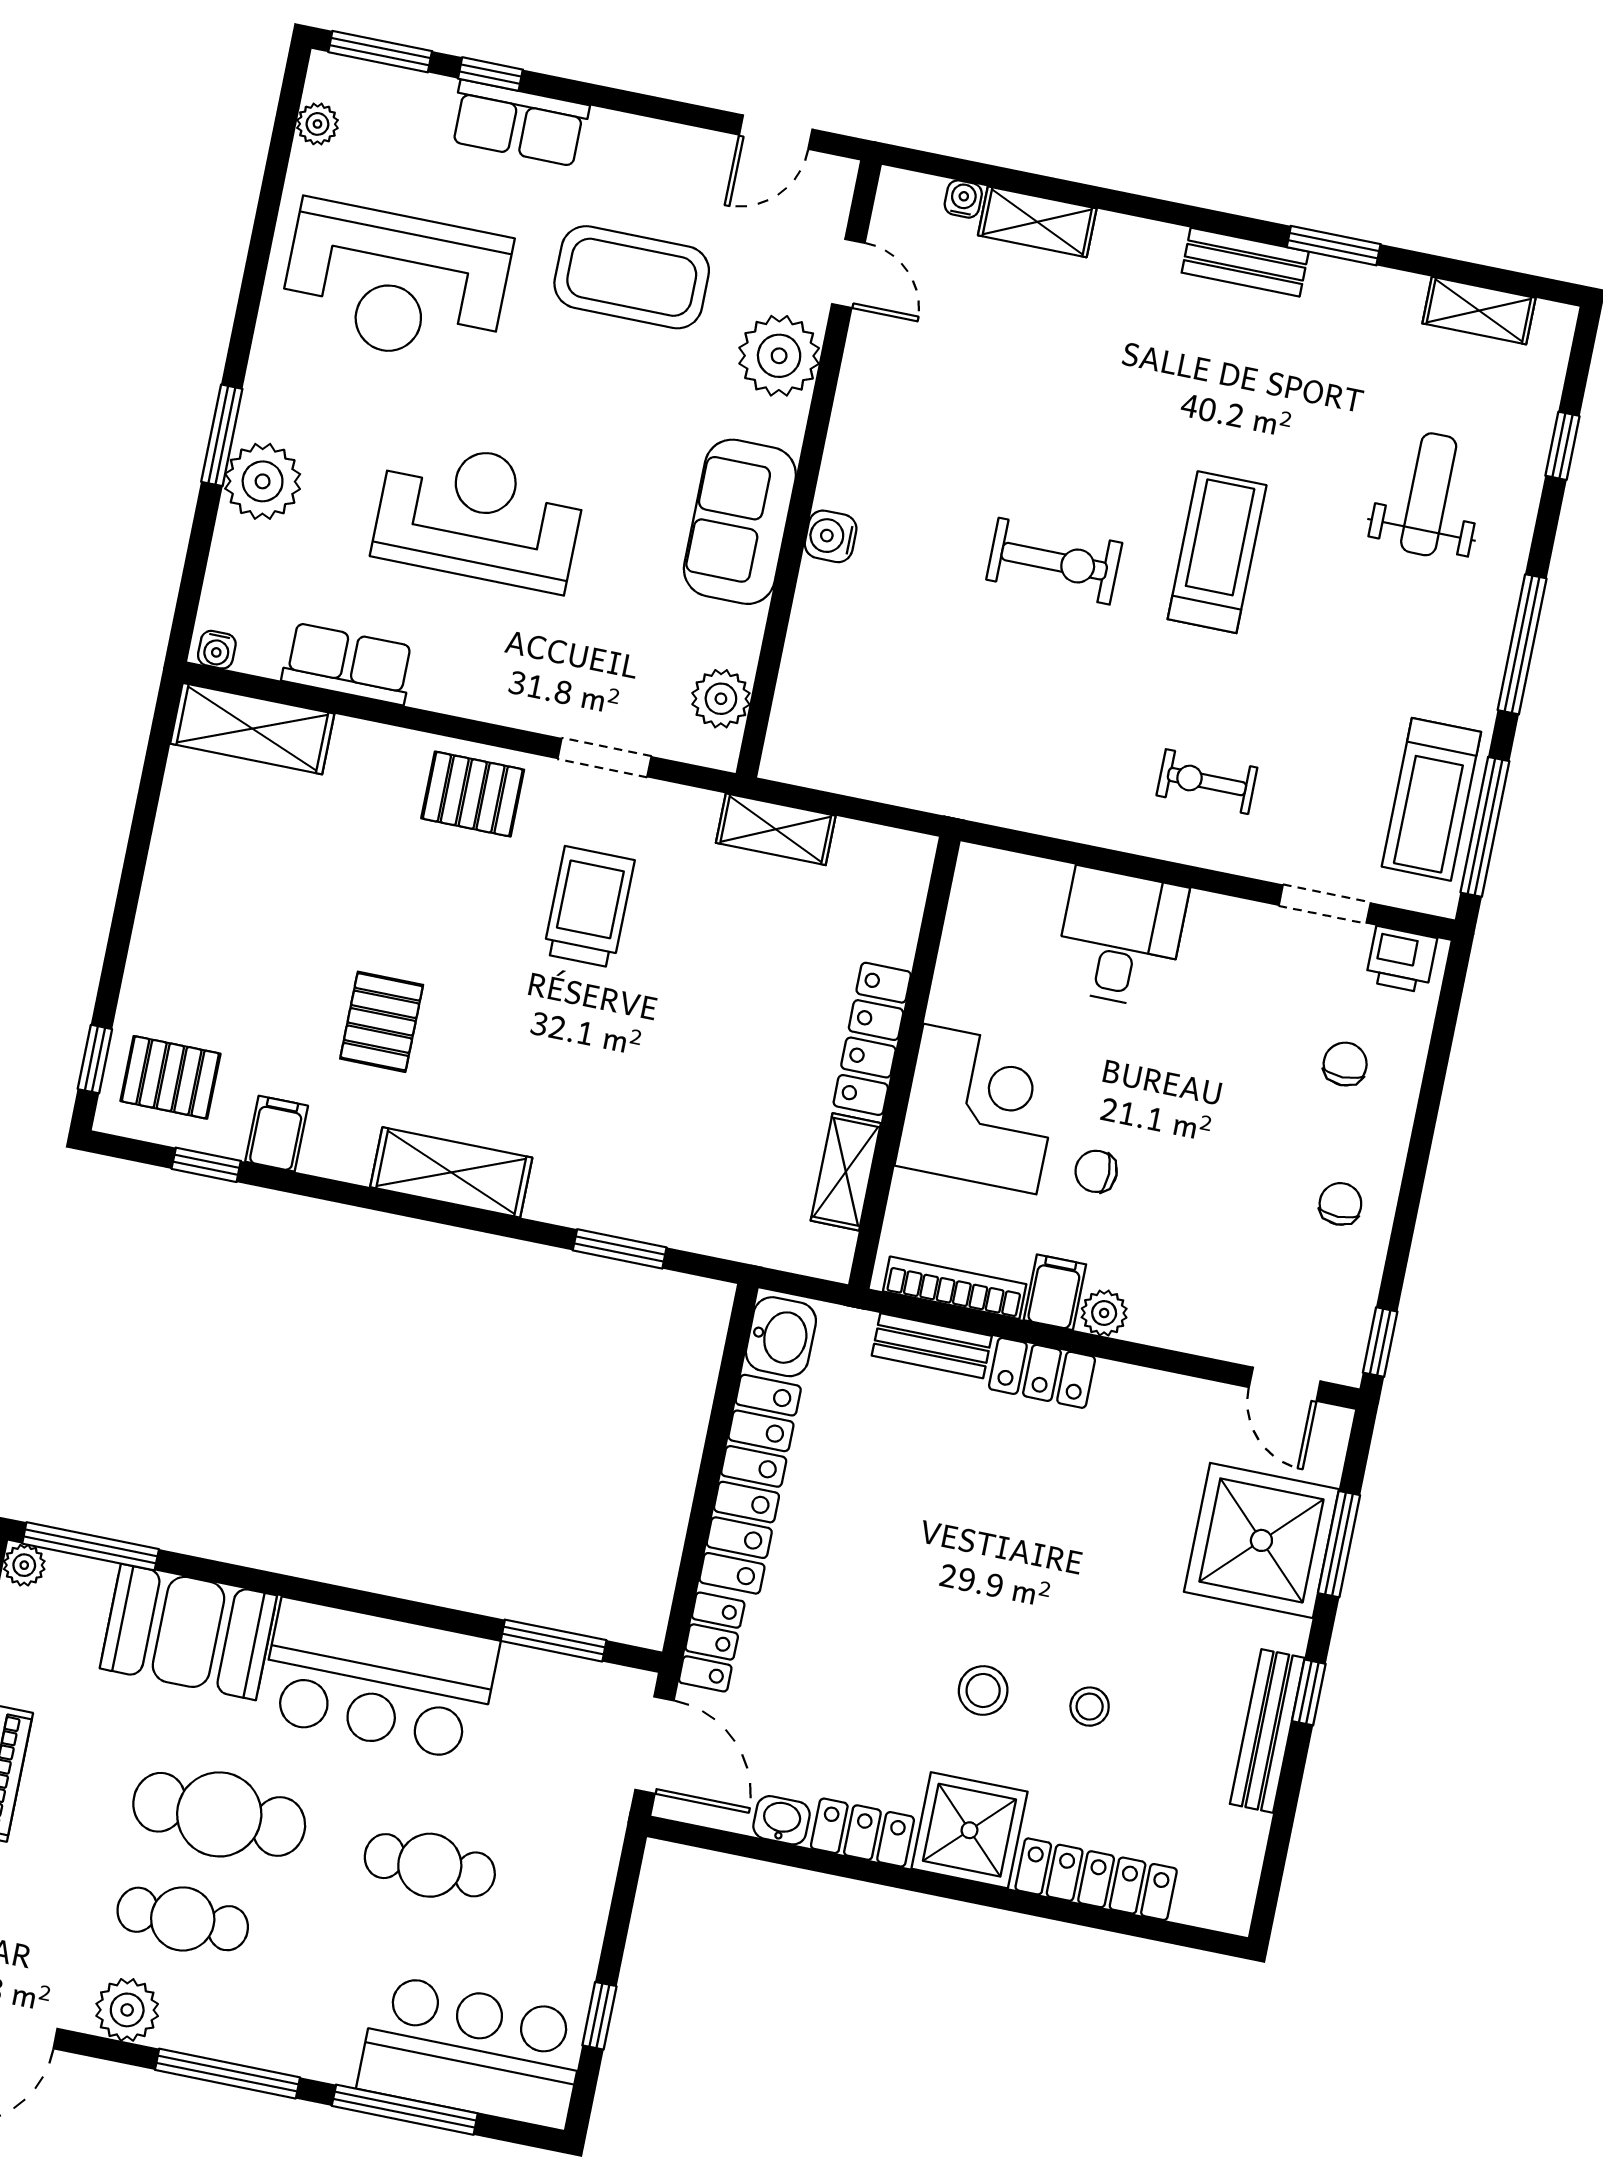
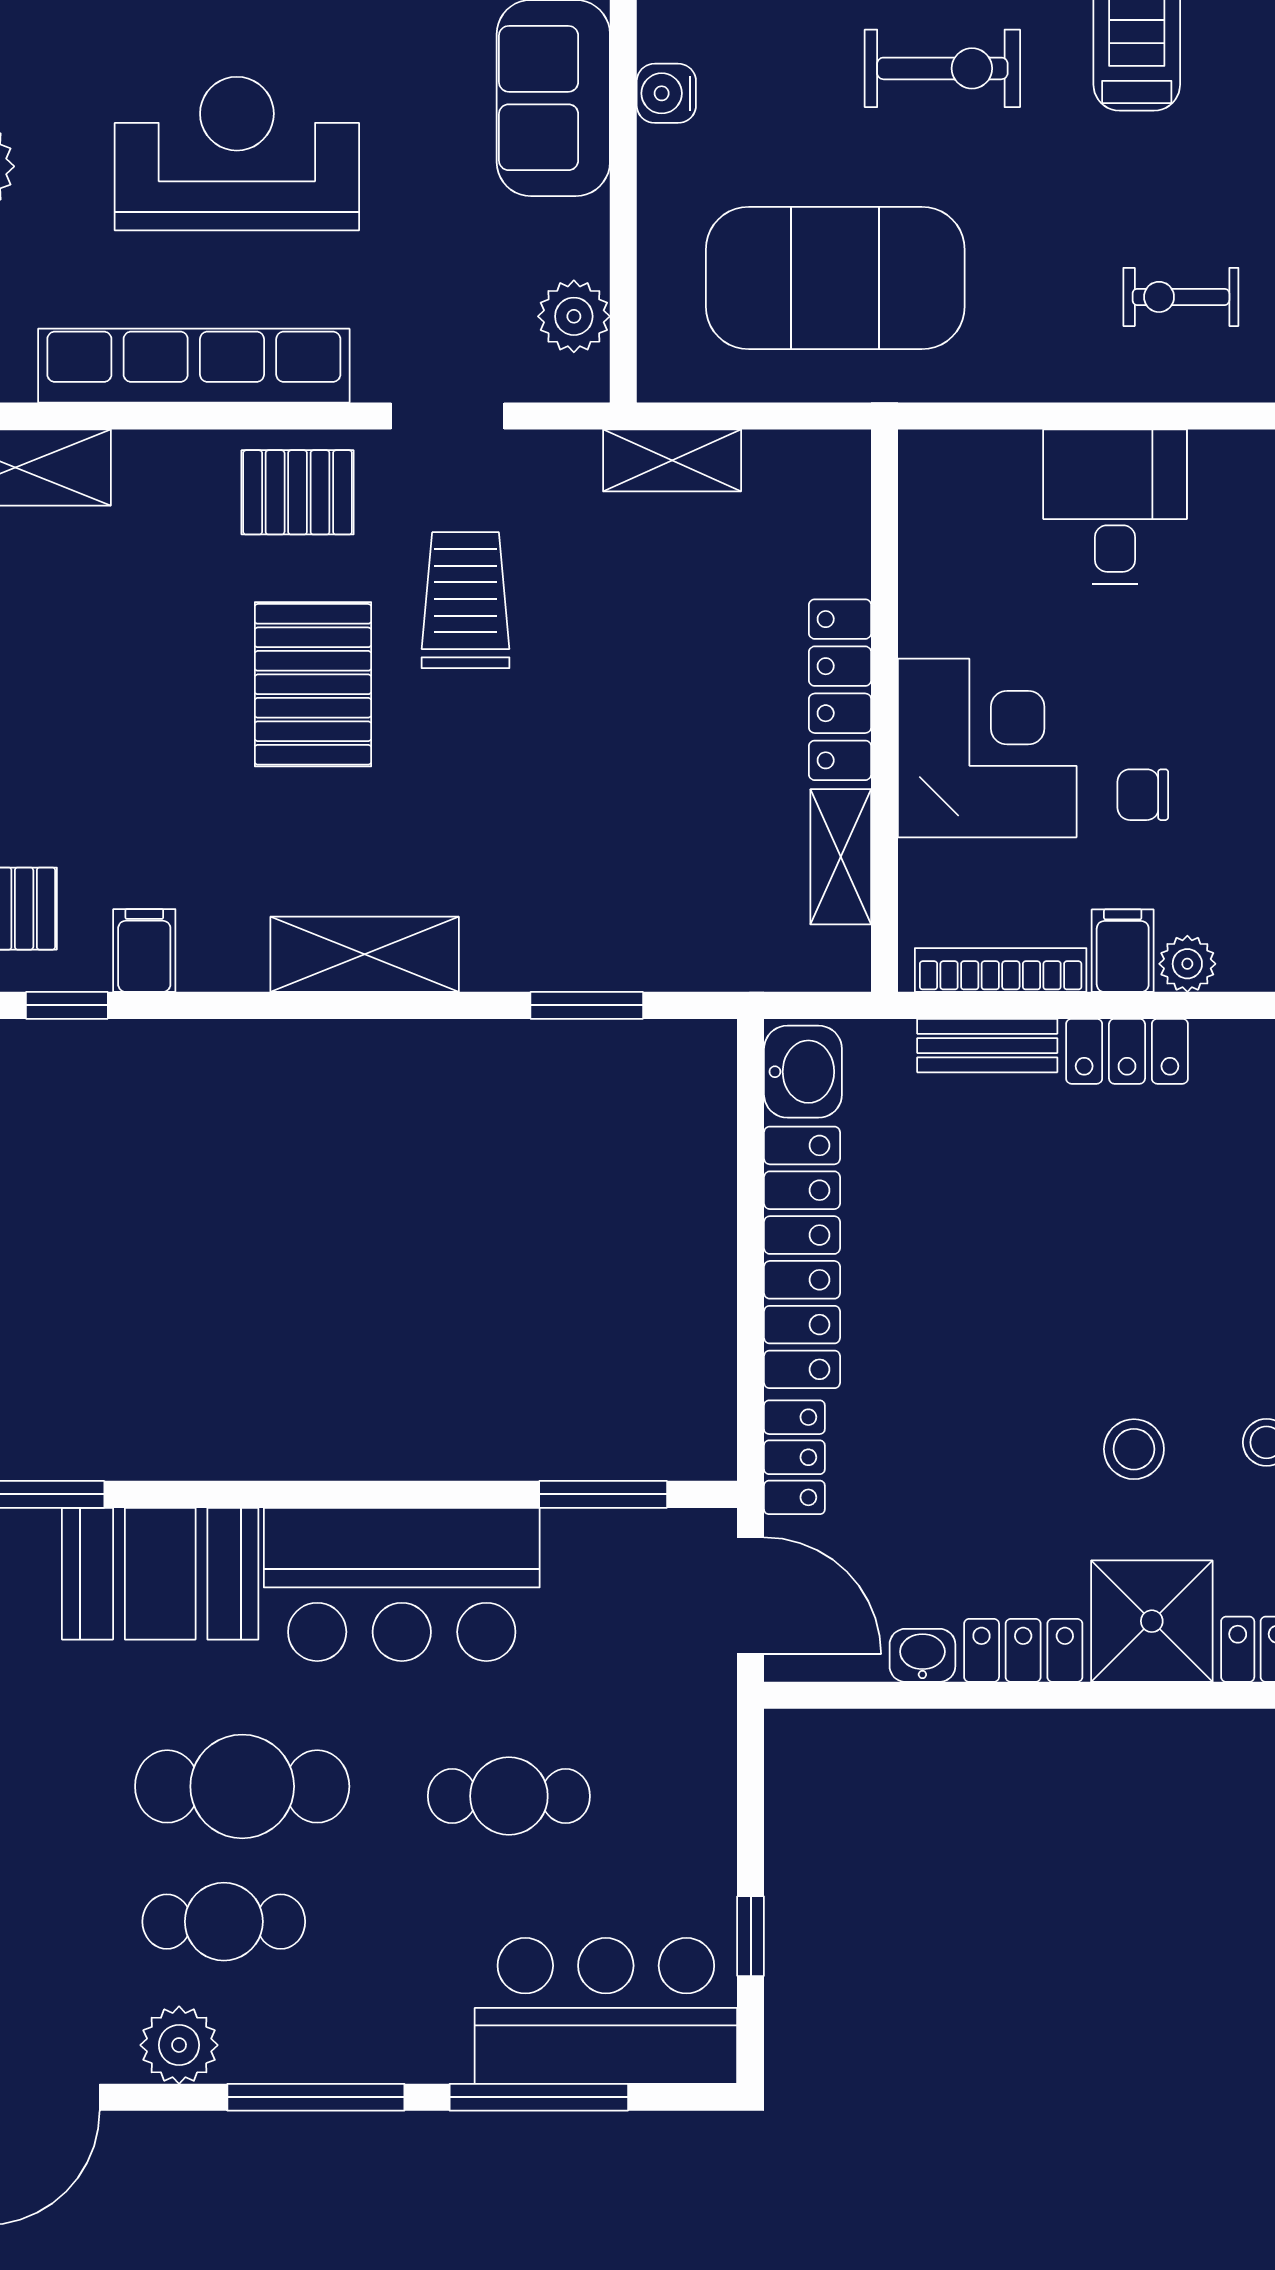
row of seats: (348, 664) -> (194, 366), width x2.02
exercise mat: (935, 711) -> (835, 278), added
pallet: (382, 1022) -> (313, 684), moved, width x1.50, depth x1.42

